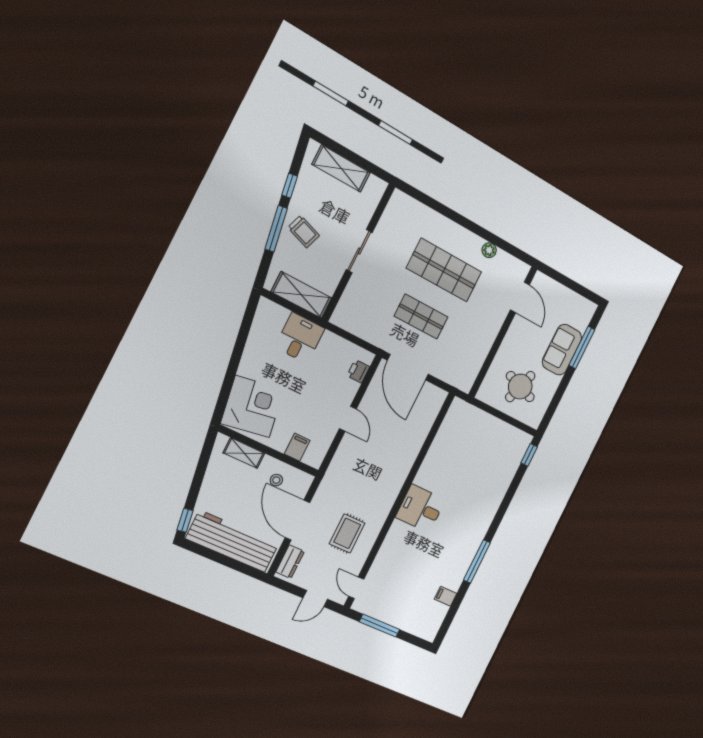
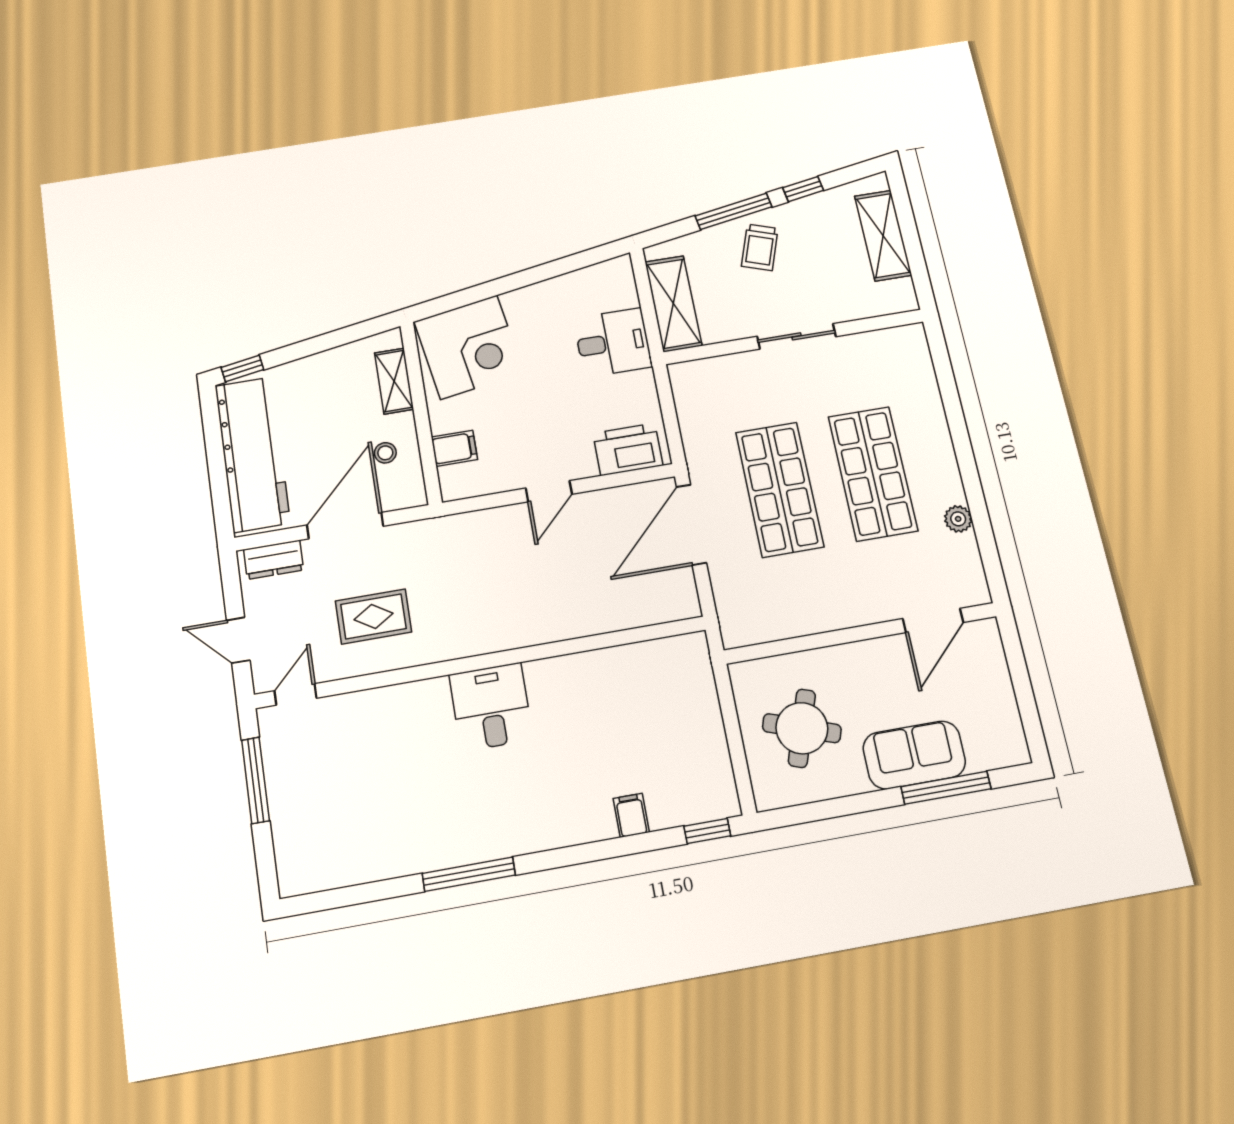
shop shelf: (421, 316) -> (780, 489), width x1.43, depth x1.36
printer: (358, 371) -> (628, 449), width x1.87, depth x1.48
filing cabinet: (446, 596) -> (631, 815), moved

